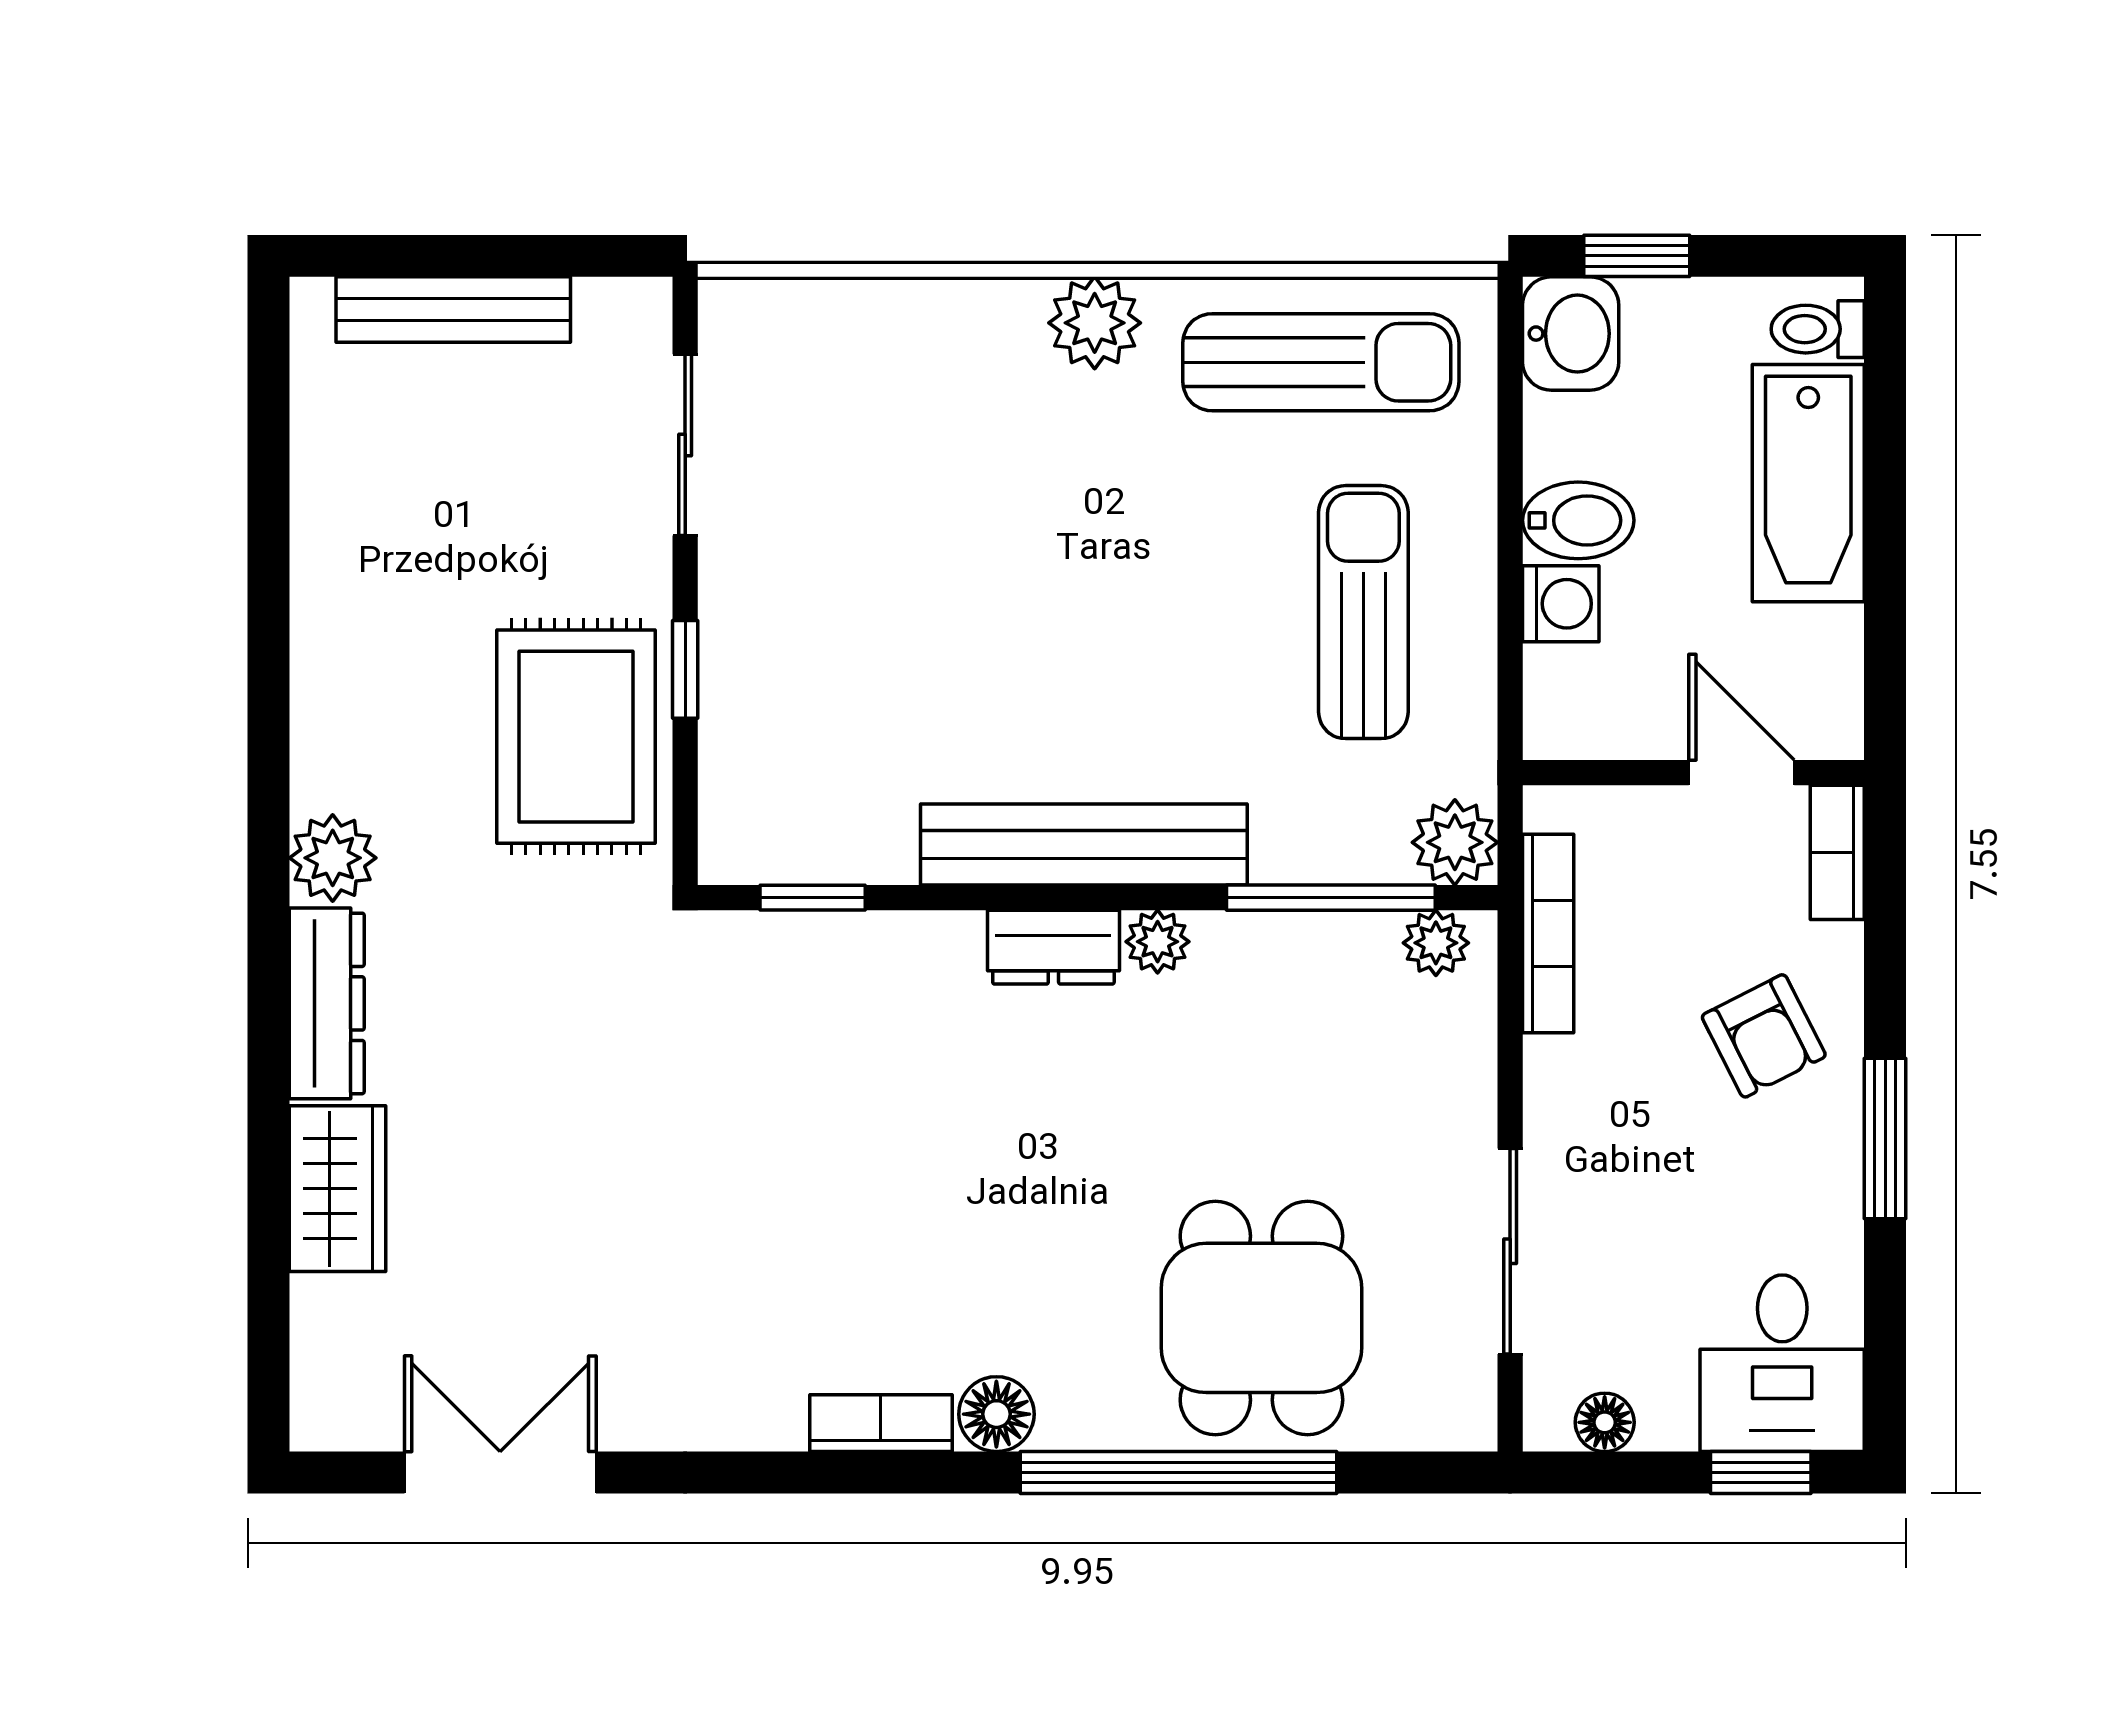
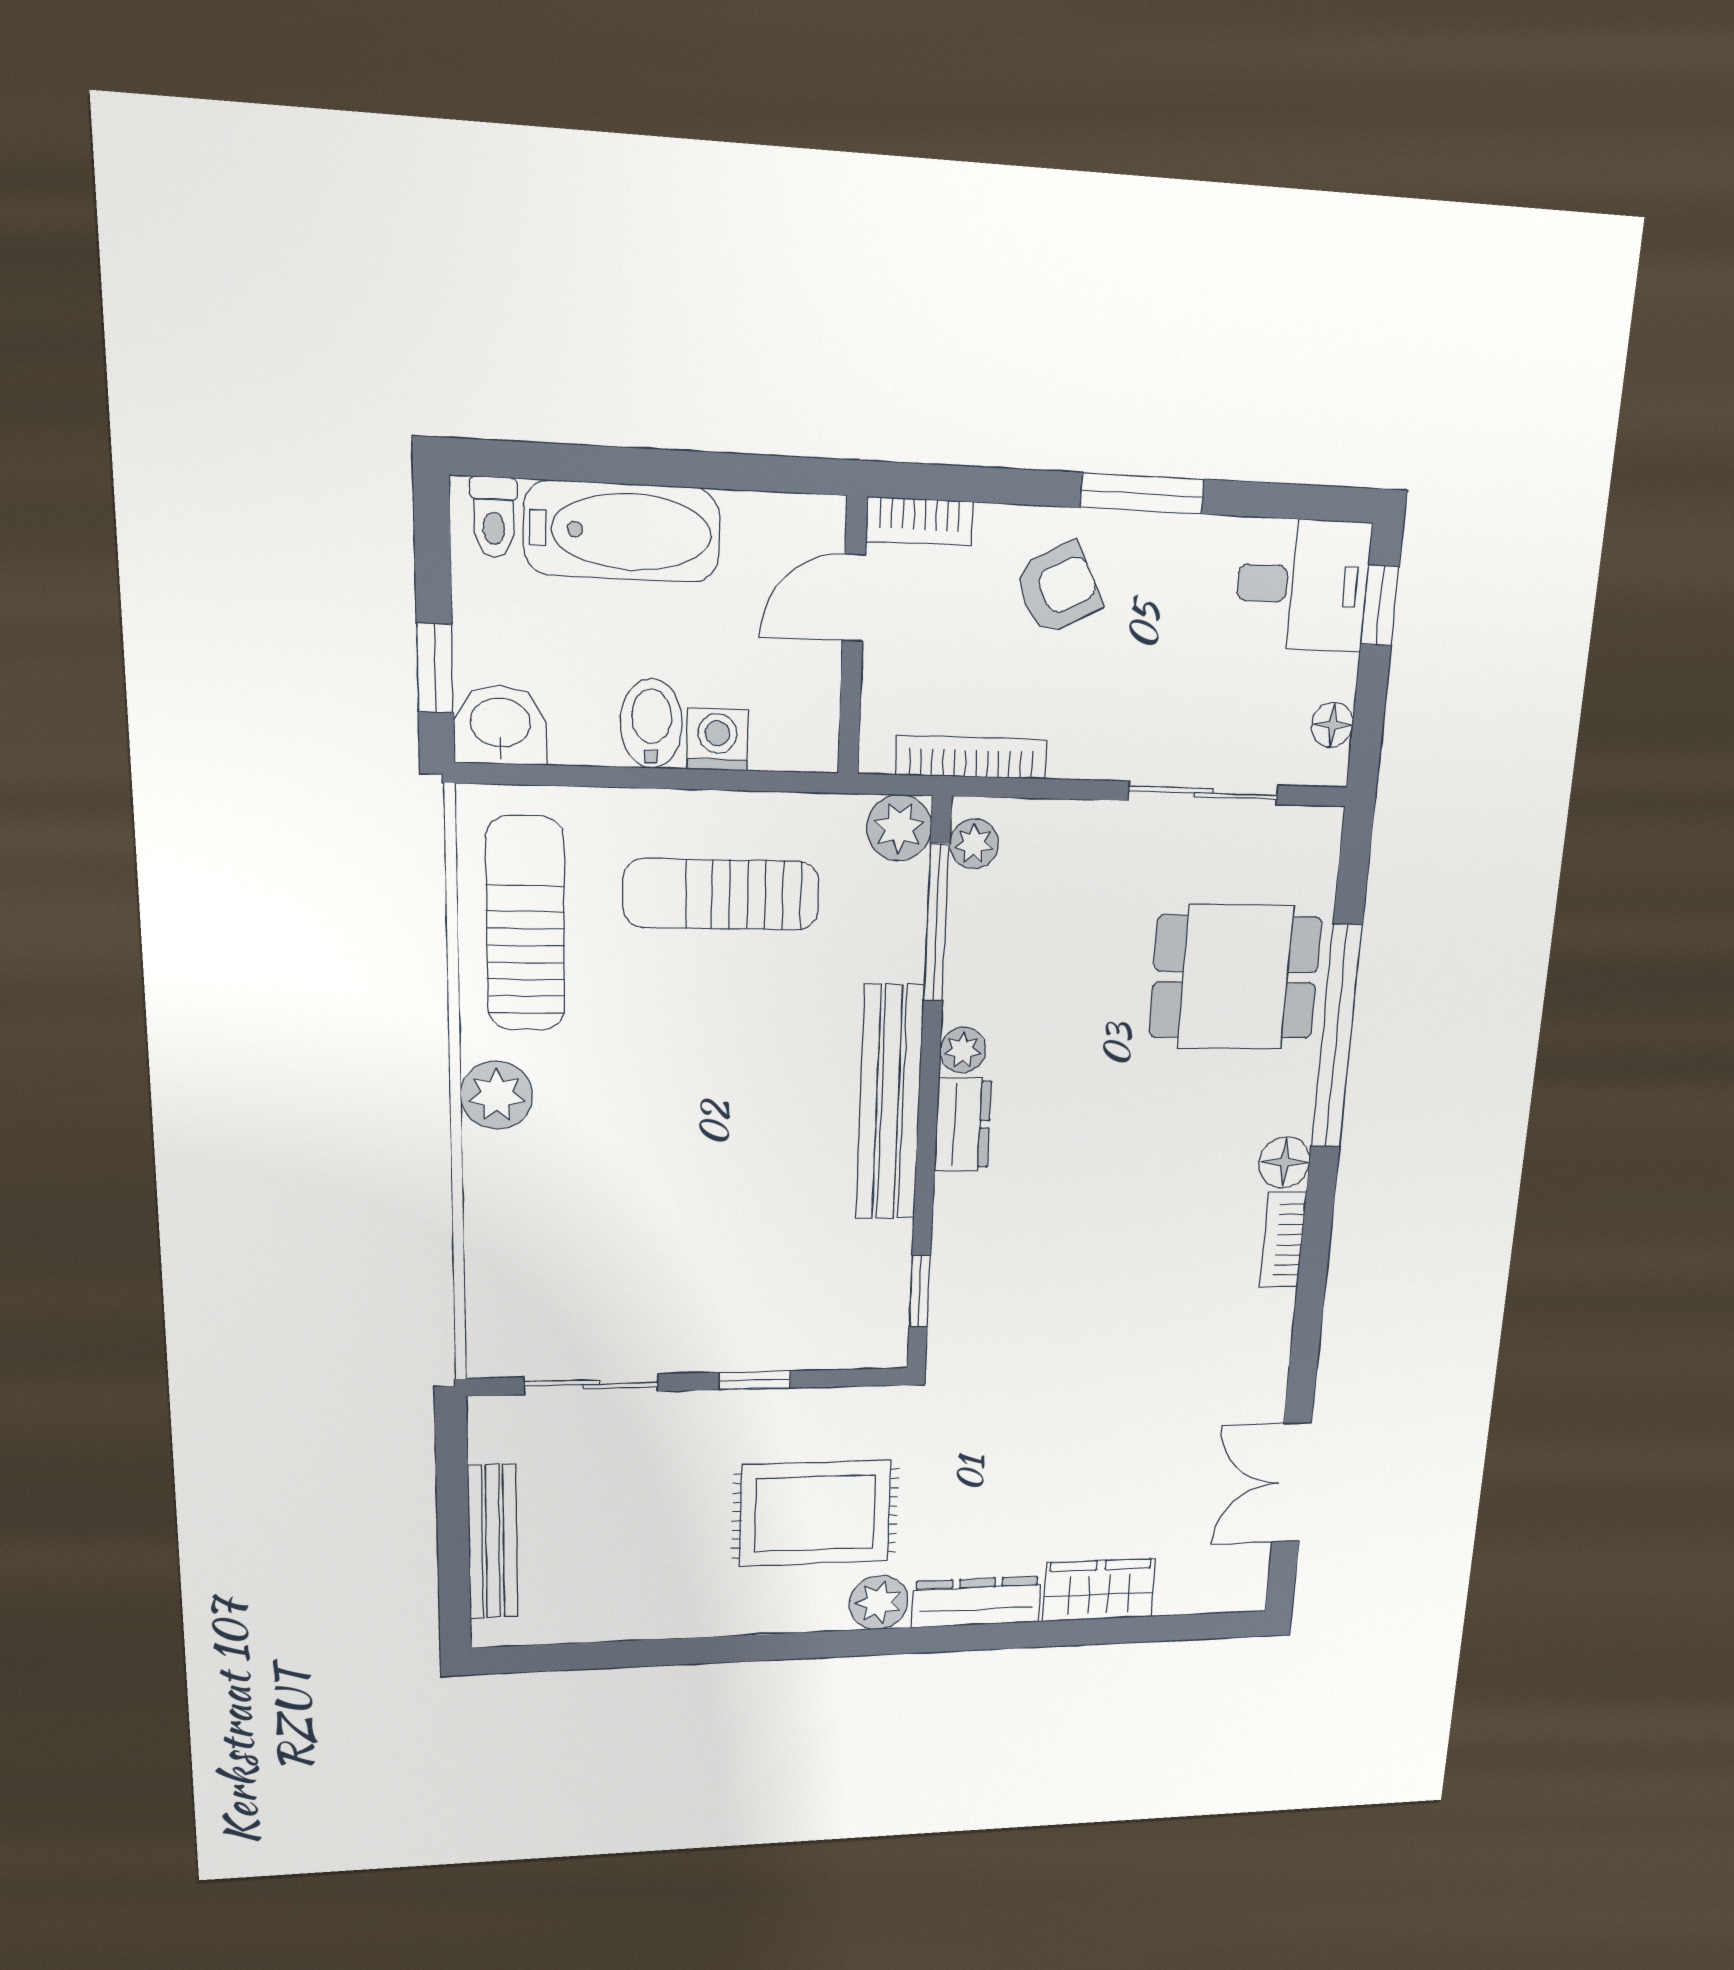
rug: (576, 737) -> (815, 1513), moved

